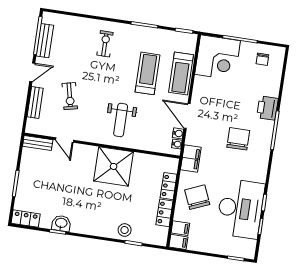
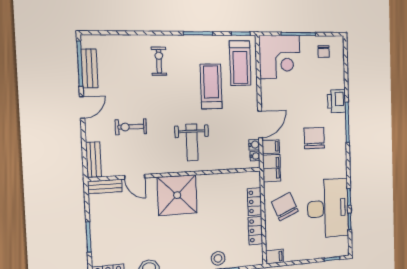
treadmill: (181, 73) -> (240, 63), moved
exercise bike: (70, 96) -> (131, 127), turned 103
bench: (35, 103) -> (93, 160), moved
door: (187, 116) -> (260, 124), swing flipped
shower: (114, 166) -> (177, 195), moved
filing cabinet: (180, 228) -> (271, 147), moved

